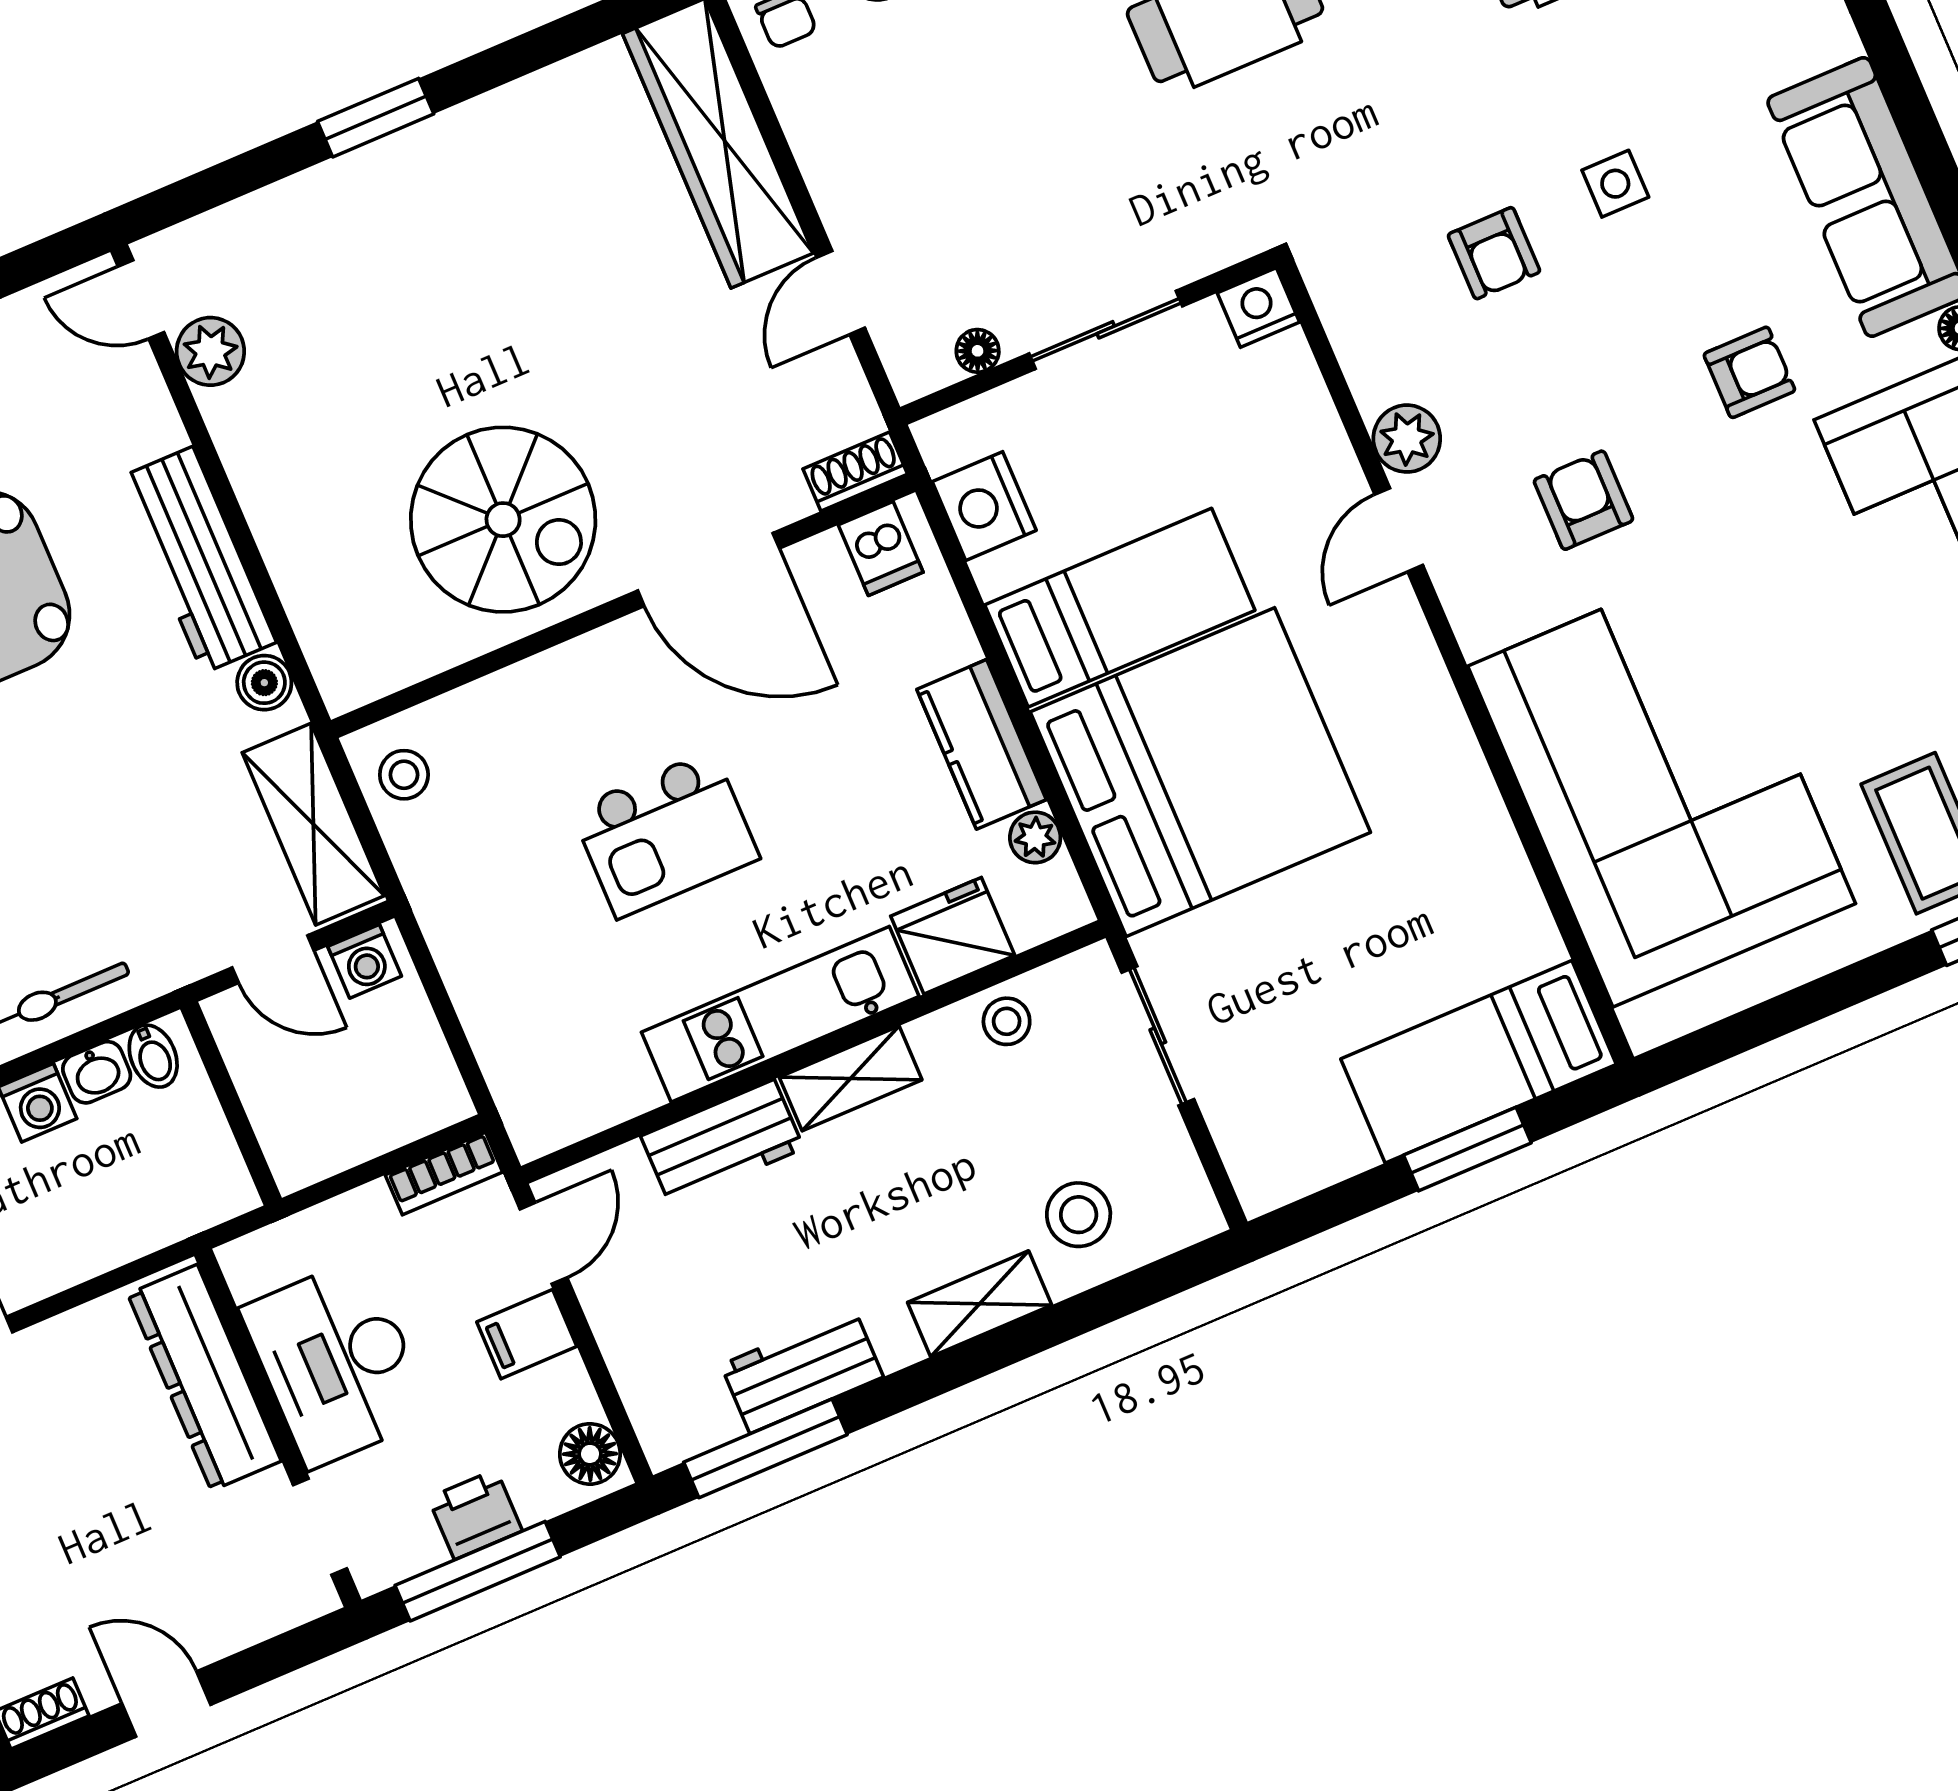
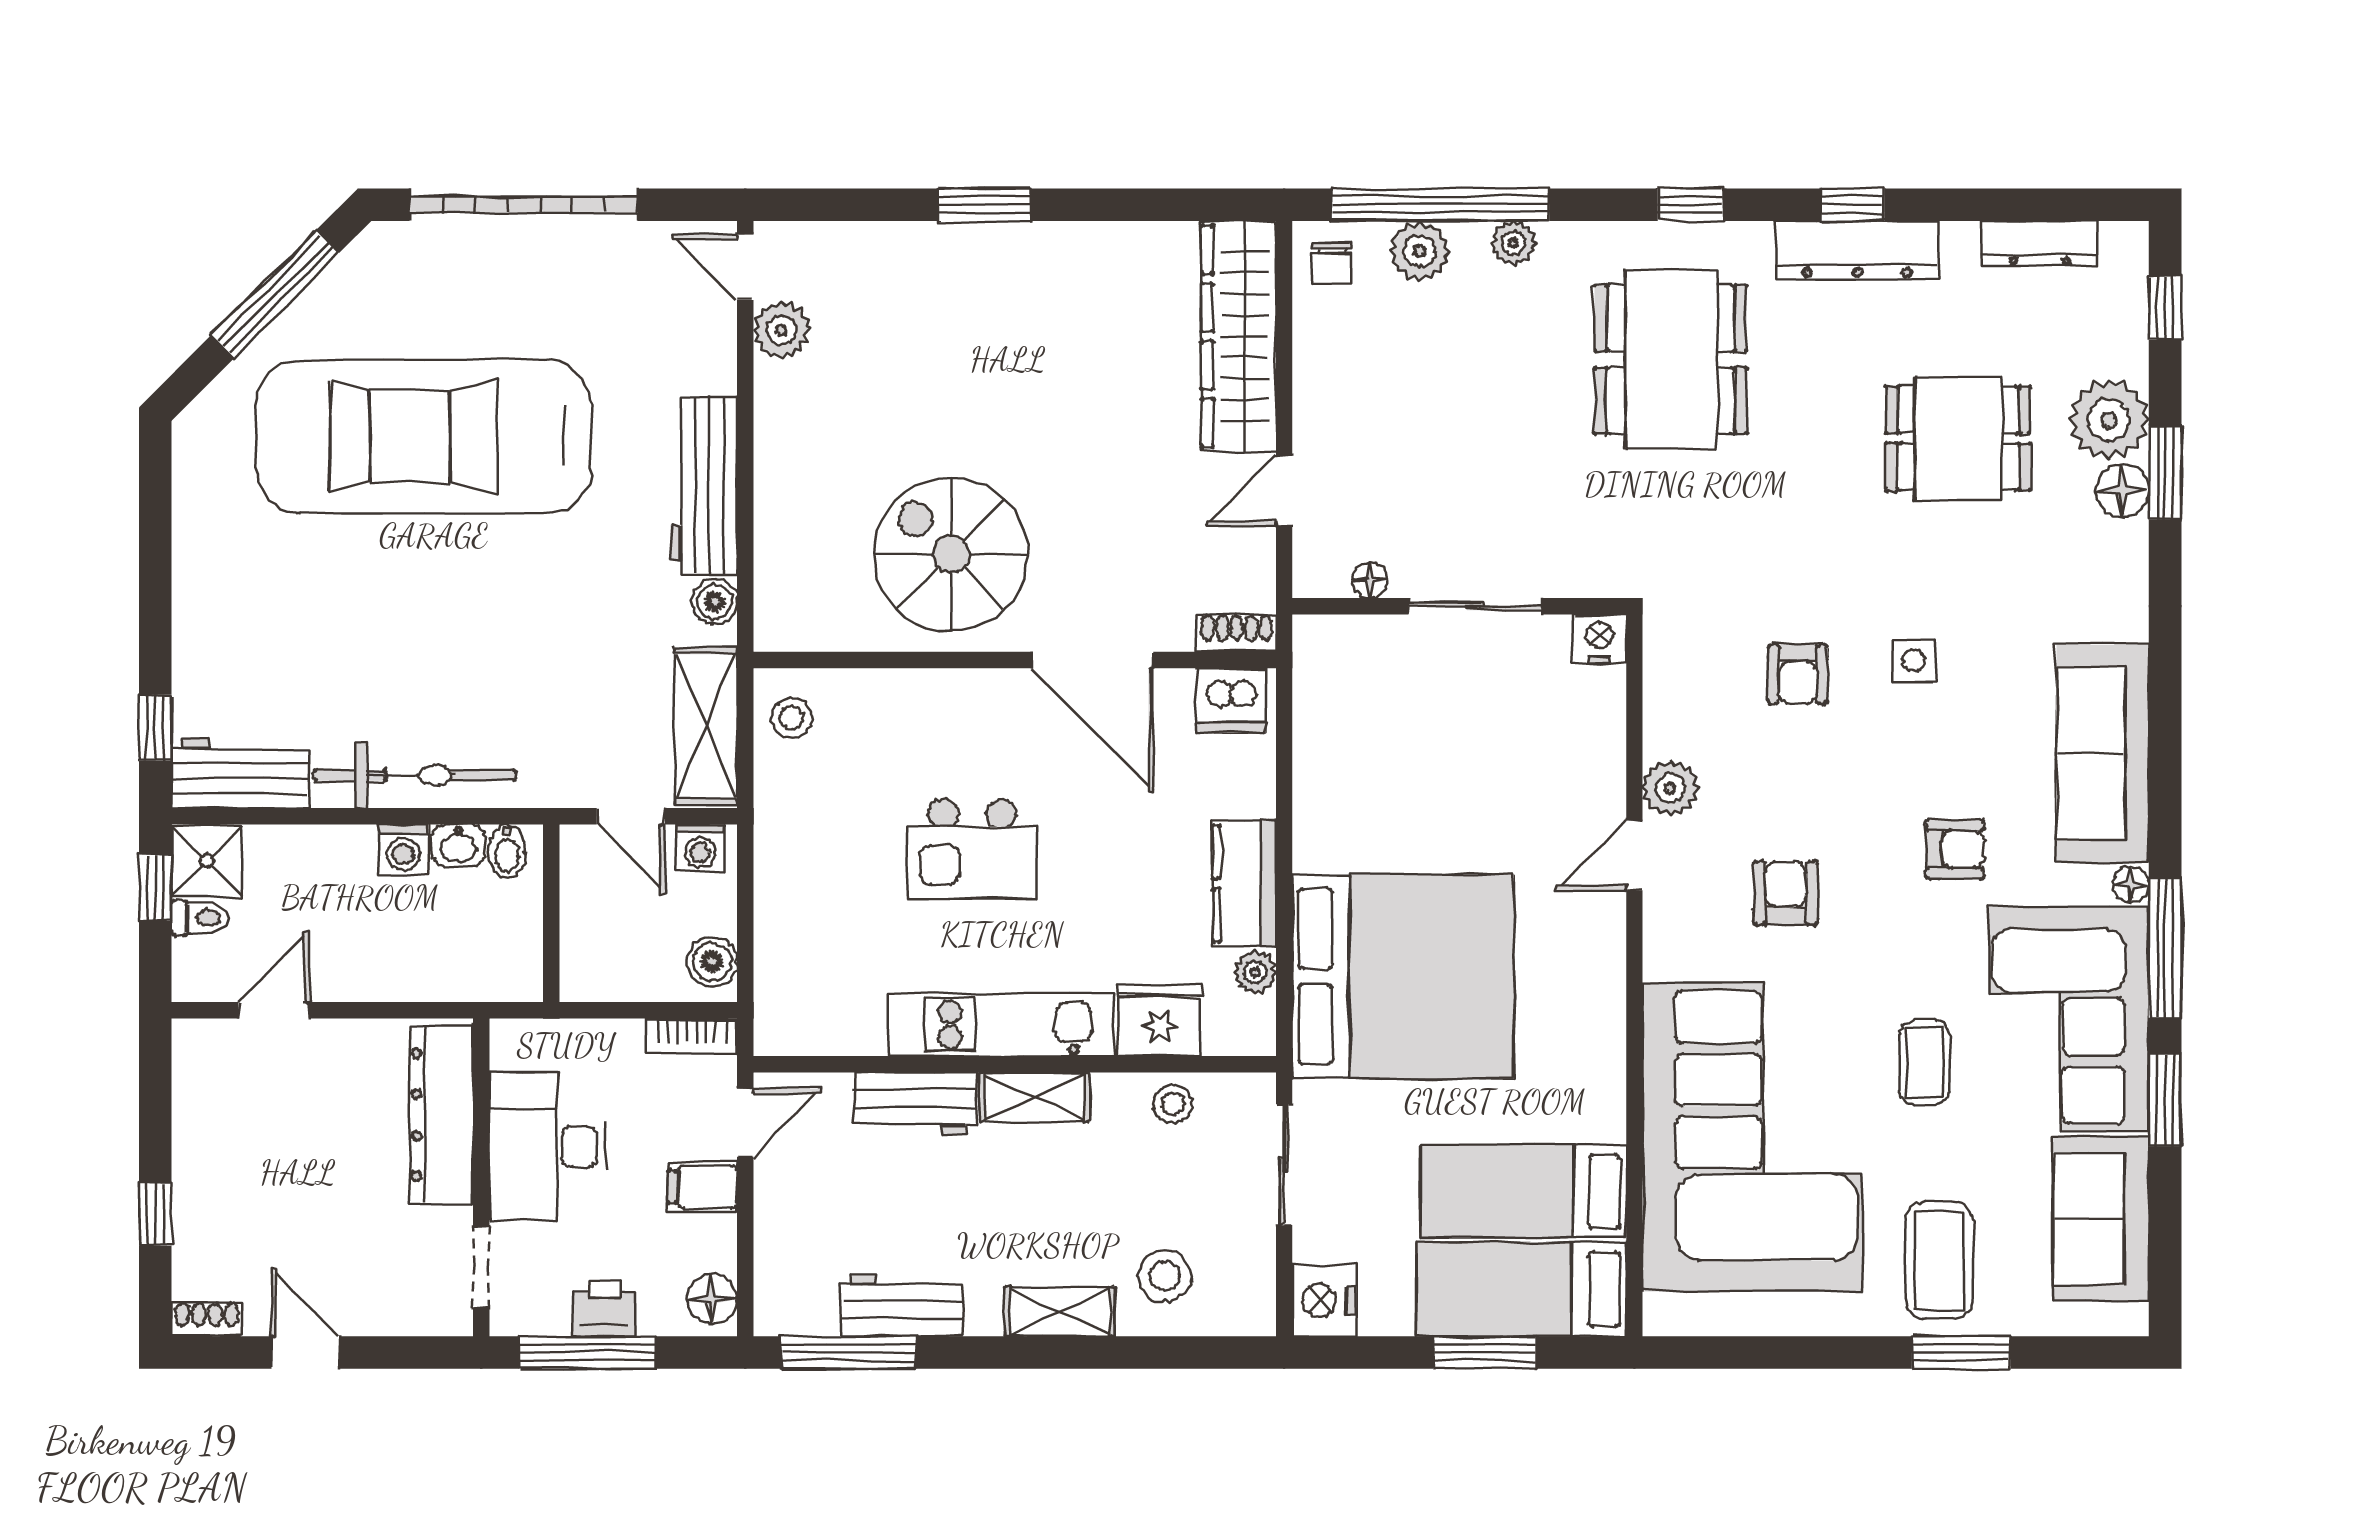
nightstand: (984, 506) -> (1324, 1301), moved
spiral stairs: (503, 520) -> (951, 555), turned 180
dishwasher: (881, 548) -> (1231, 700), width x1.38
bed: (1120, 608) -> (1523, 1191), moved, turned 180
coffee table: (1816, 622) -> (1925, 1062), added
boiler: (431, 1081) -> (712, 962), added

